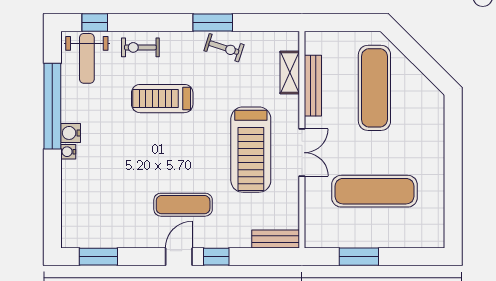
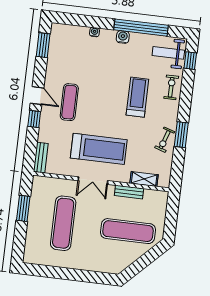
bench: (313, 86) -> (129, 192), width x0.73
treadmill: (251, 150) -> (99, 149), turned 180
water cooler: (68, 152) -> (94, 32), moved

